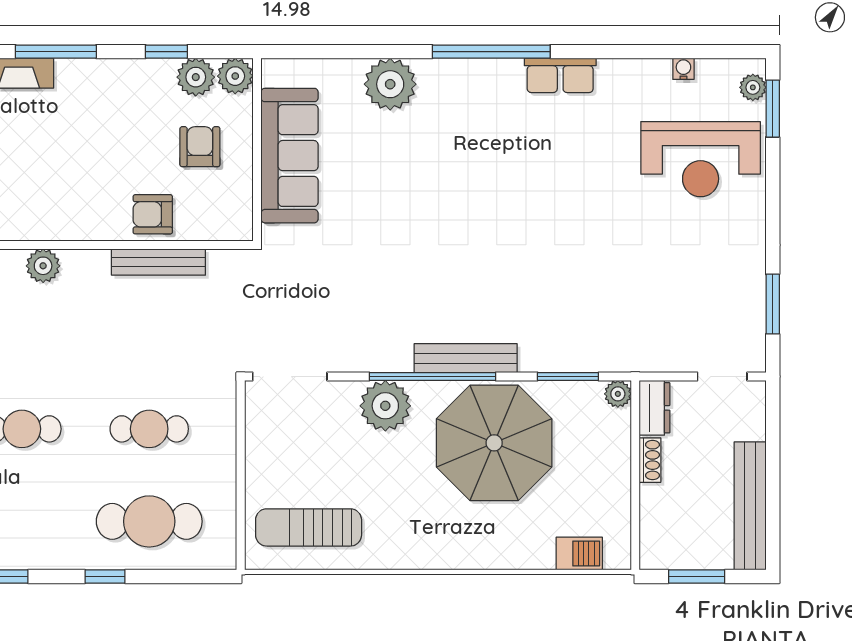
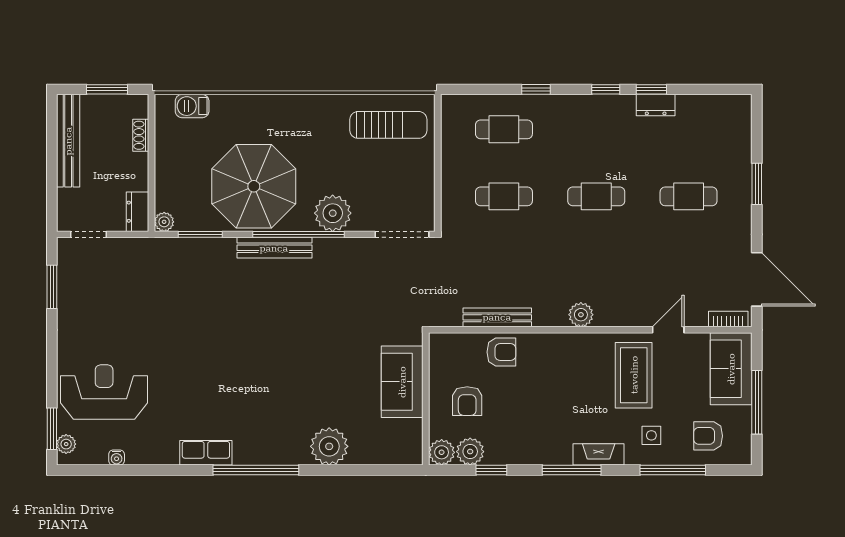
sofa: (290, 156) -> (402, 382), width x0.73
shoe rack: (650, 460) -> (141, 135), moved
cafe table: (149, 521) -> (504, 129), width x0.73, depth x0.74

